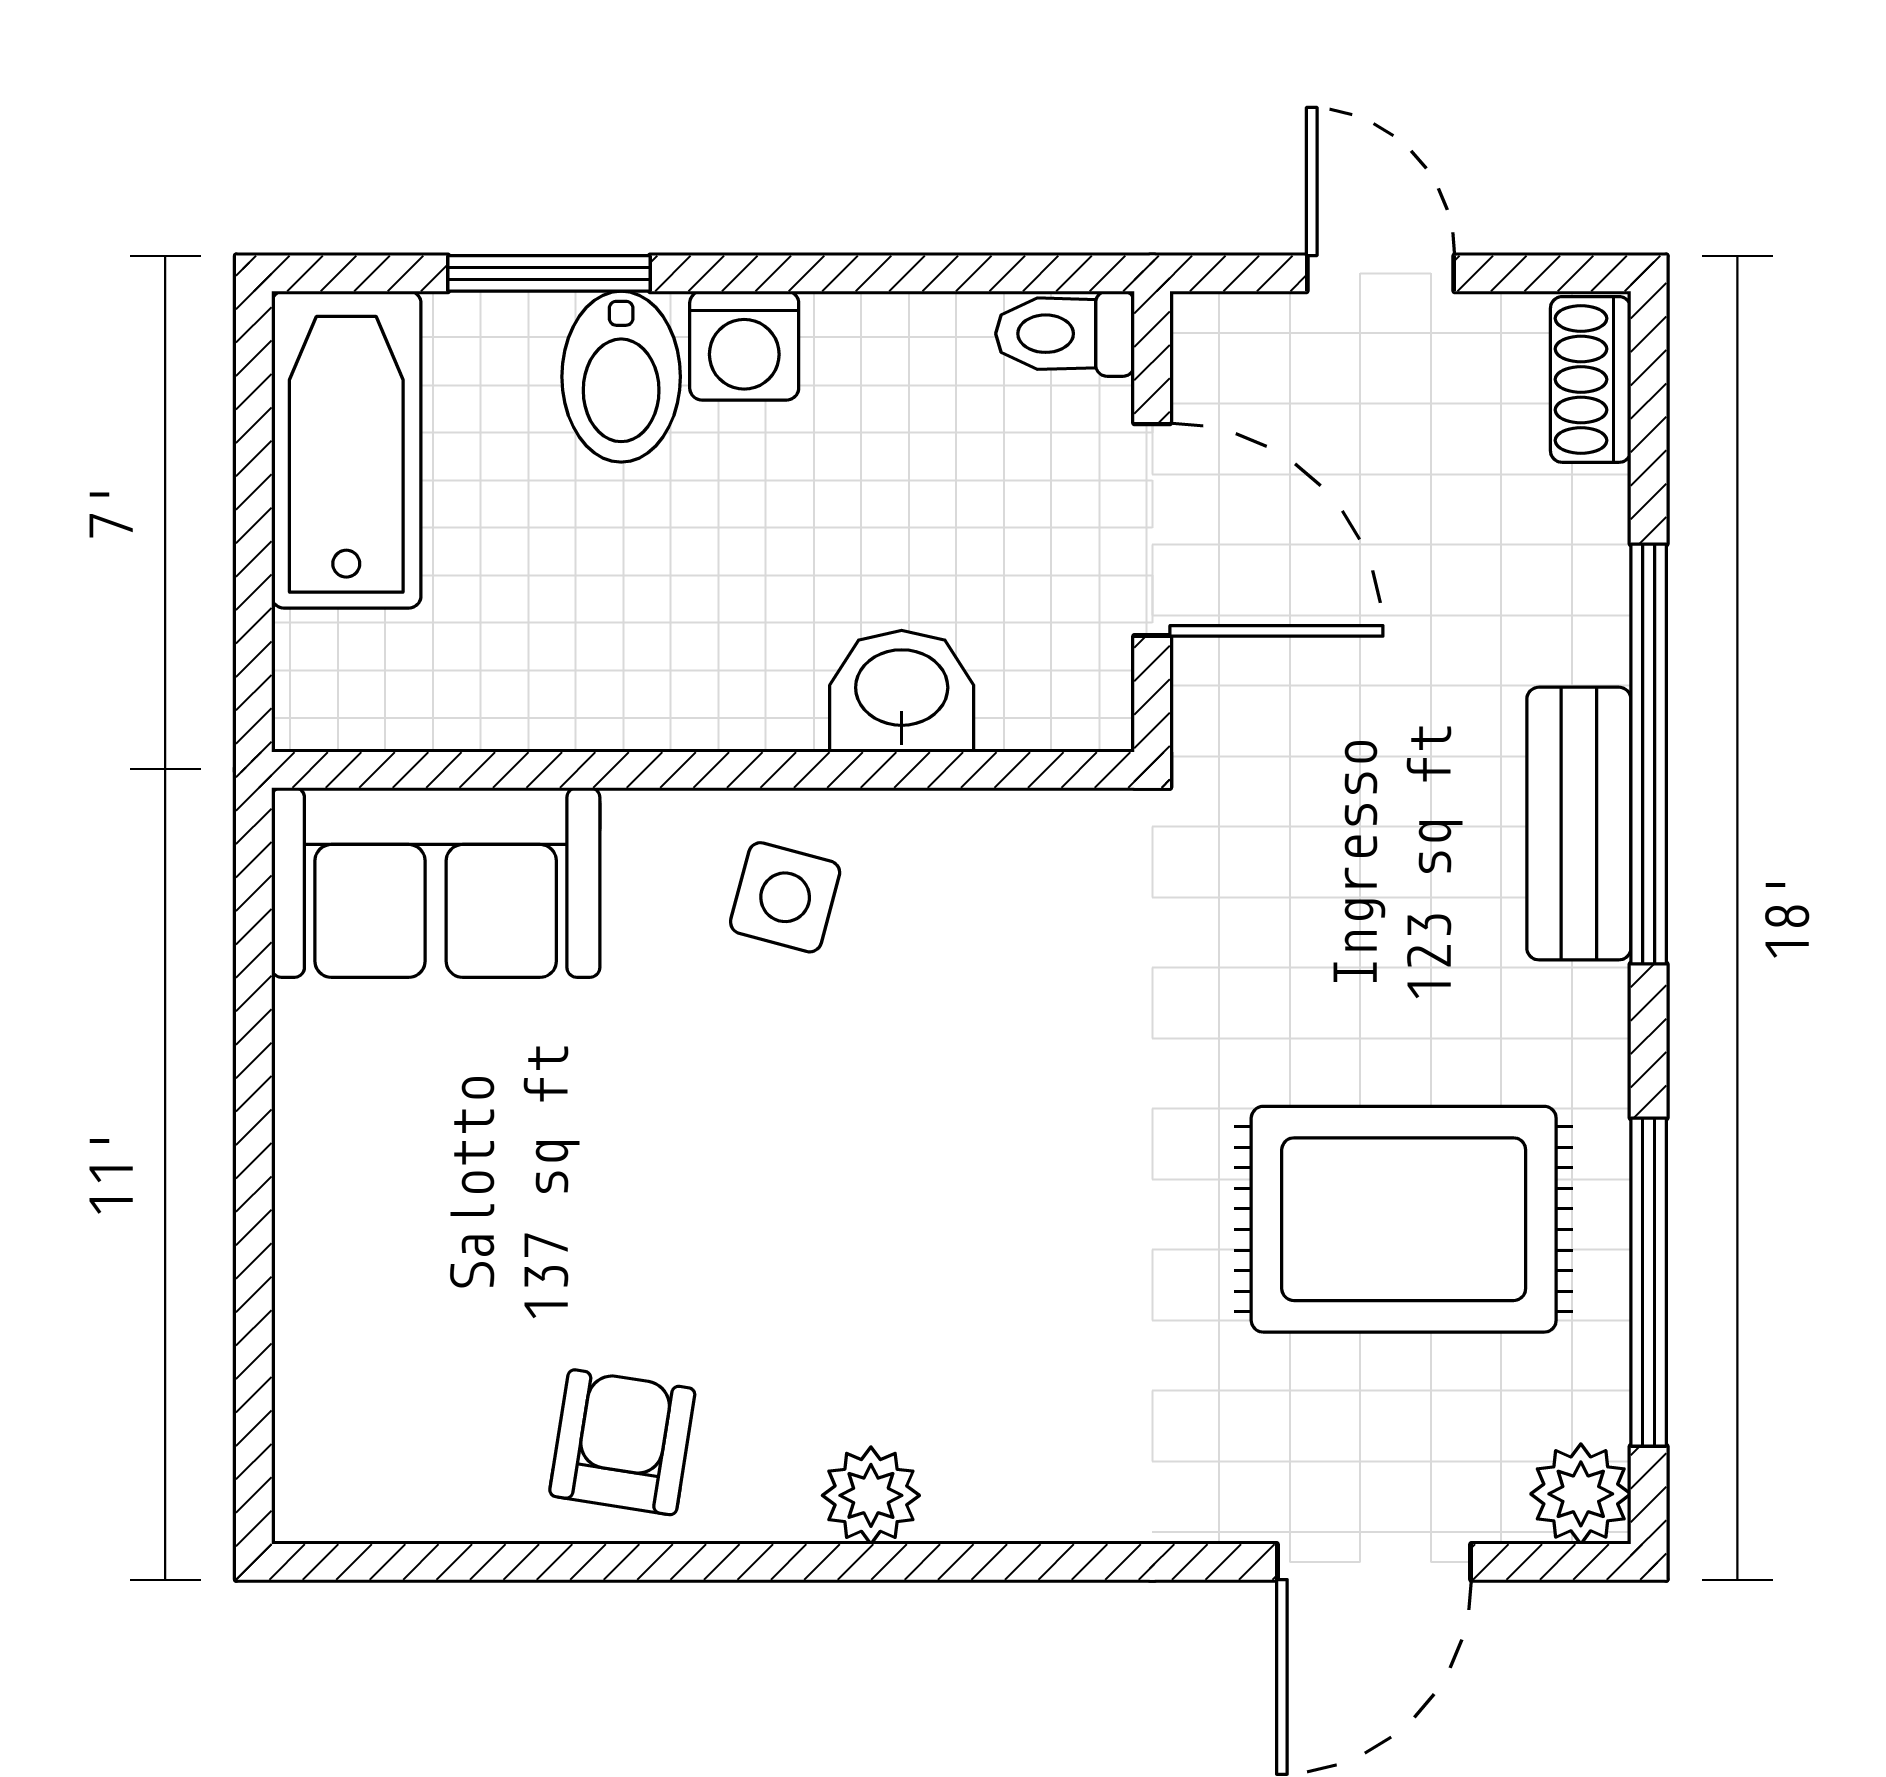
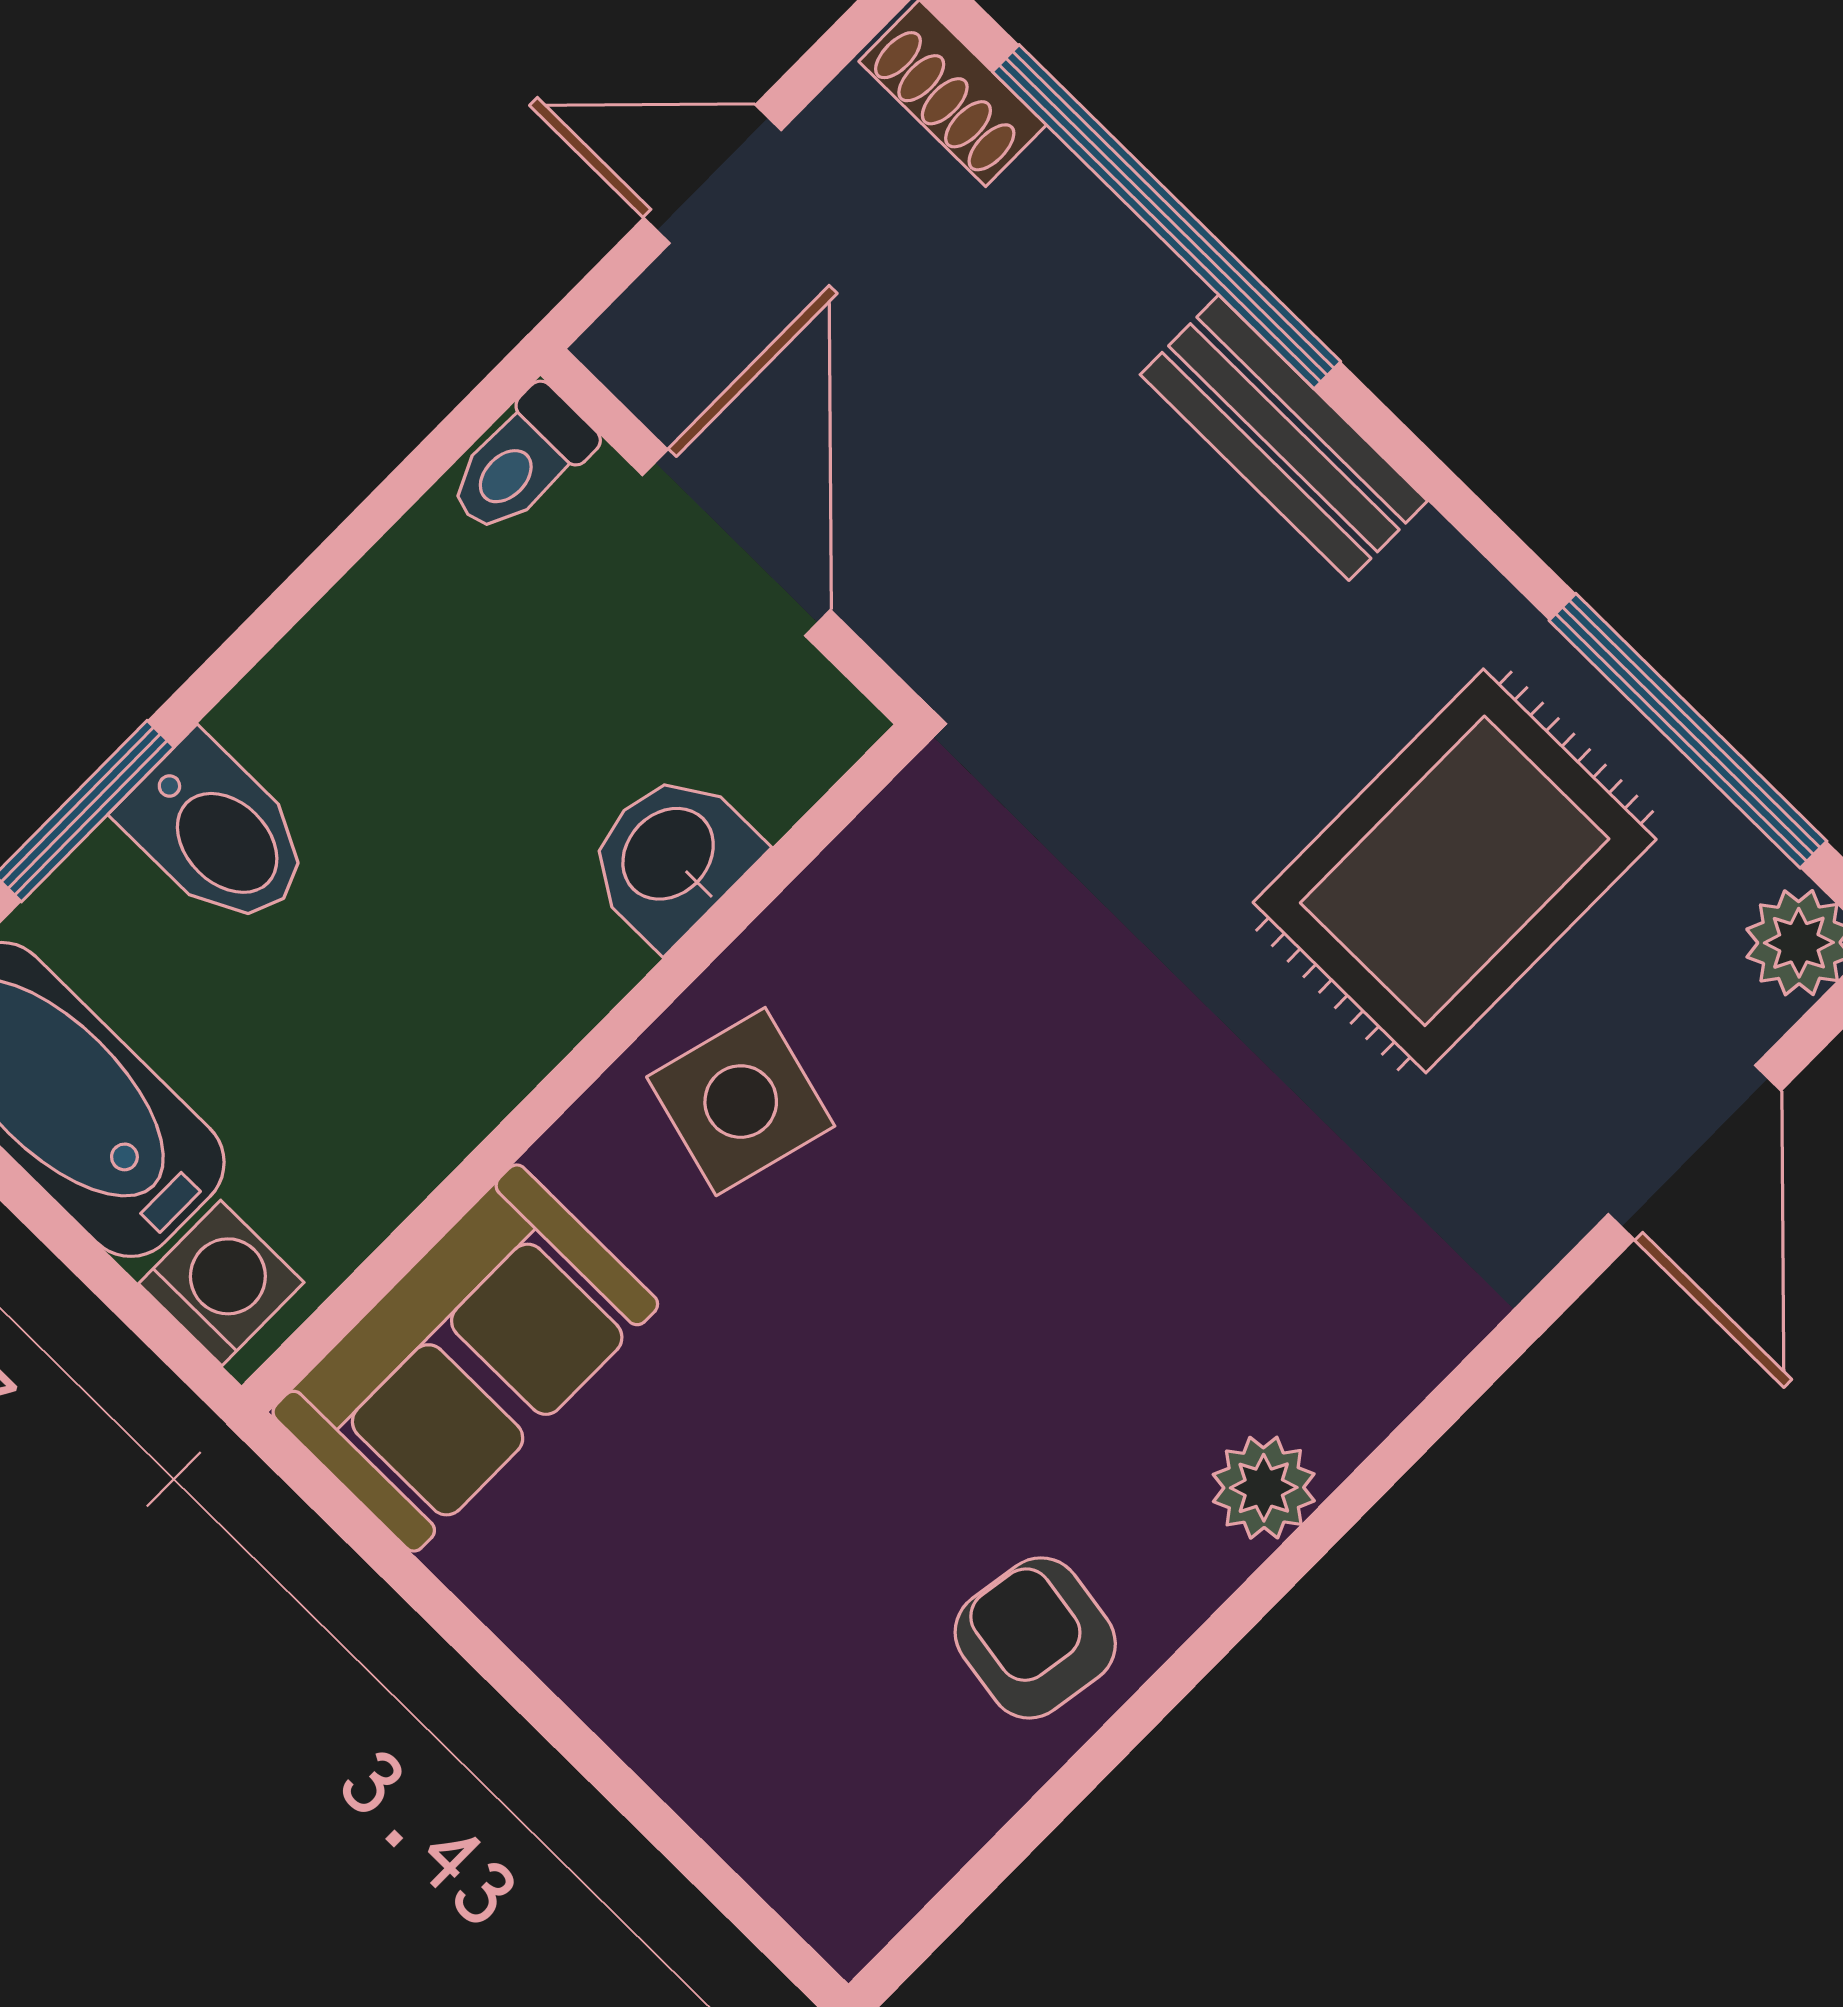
washing machine: (744, 346) -> (221, 1283), moved, turned -90
door: (1152, 530) -> (736, 543), hinge flipped
window: (1649, 754) -> (1167, 217), moved
side table: (785, 897) -> (741, 1102), width x1.37, depth x1.37

